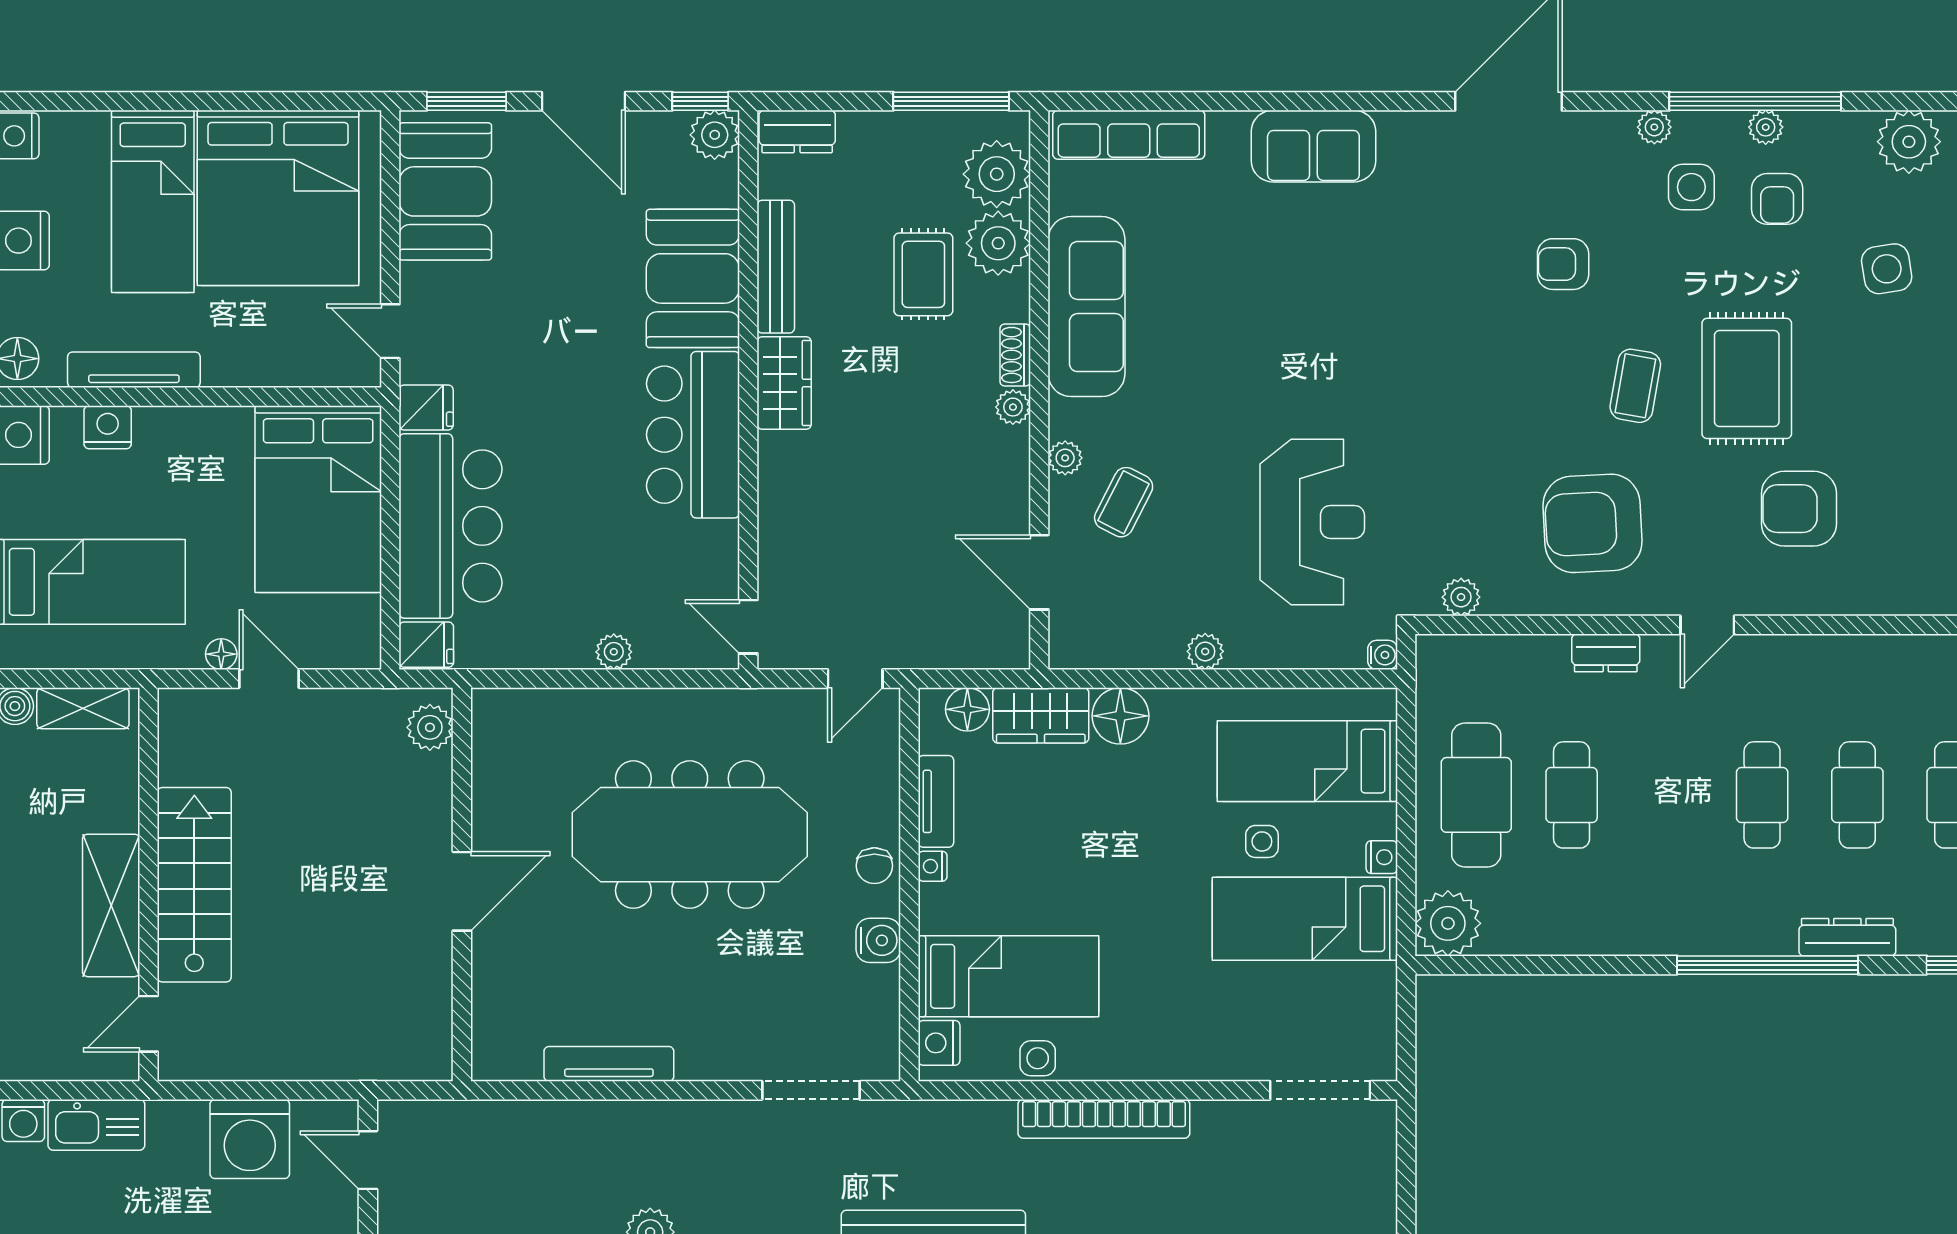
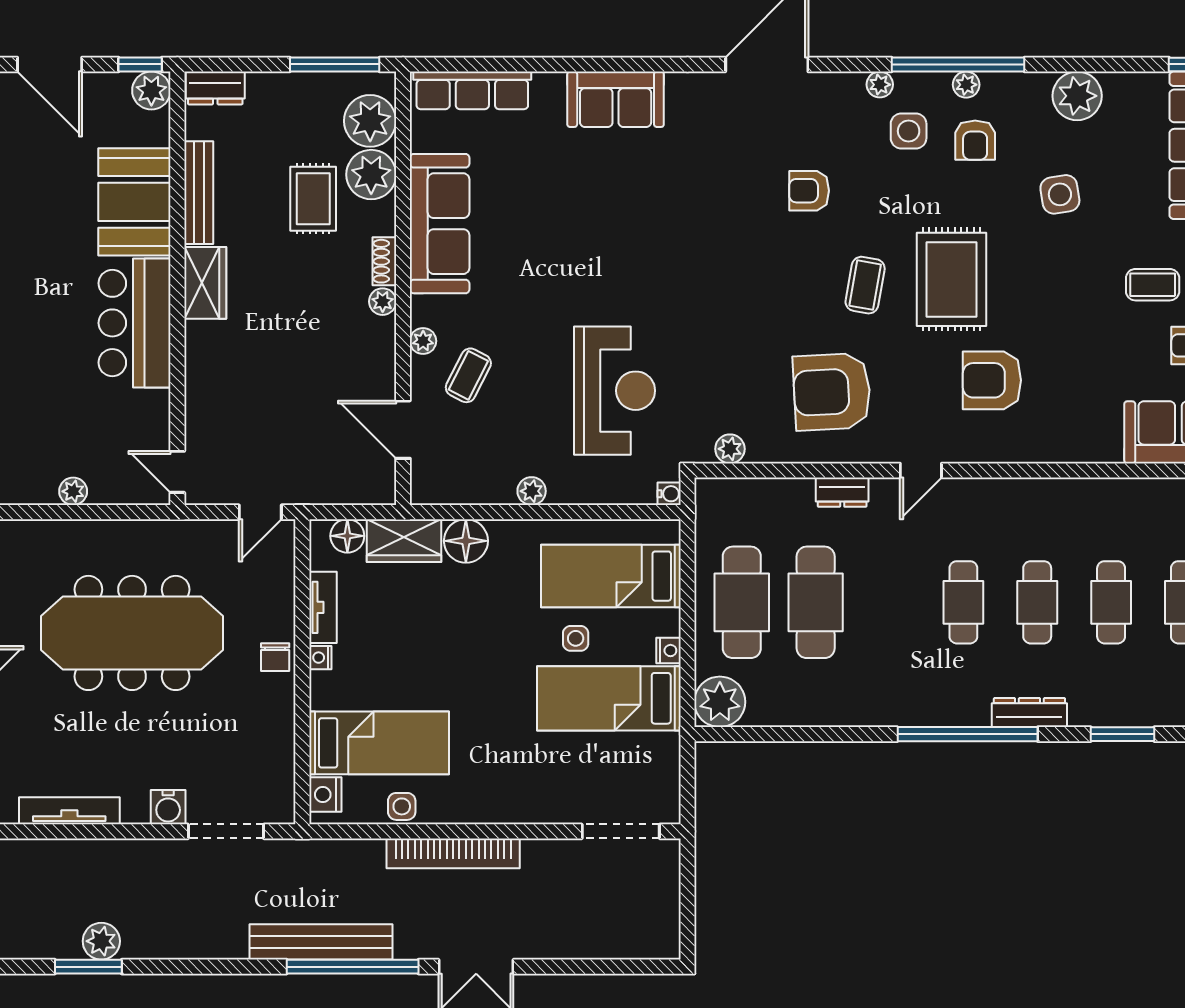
cafe table: (1572, 795) -> (816, 602), width x1.37, depth x1.35
water cooler: (878, 940) -> (168, 807), moved, turned 90

